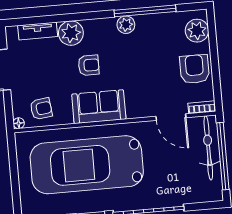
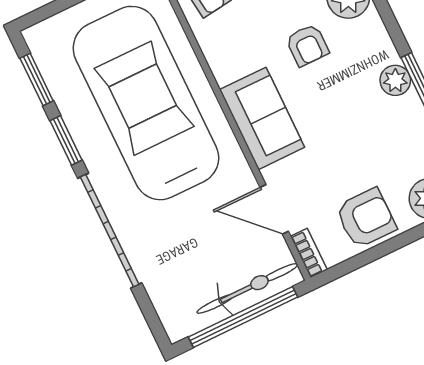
sofa: (99, 107) -> (262, 118), moved
door: (171, 117) -> (274, 209), hinge flipped

